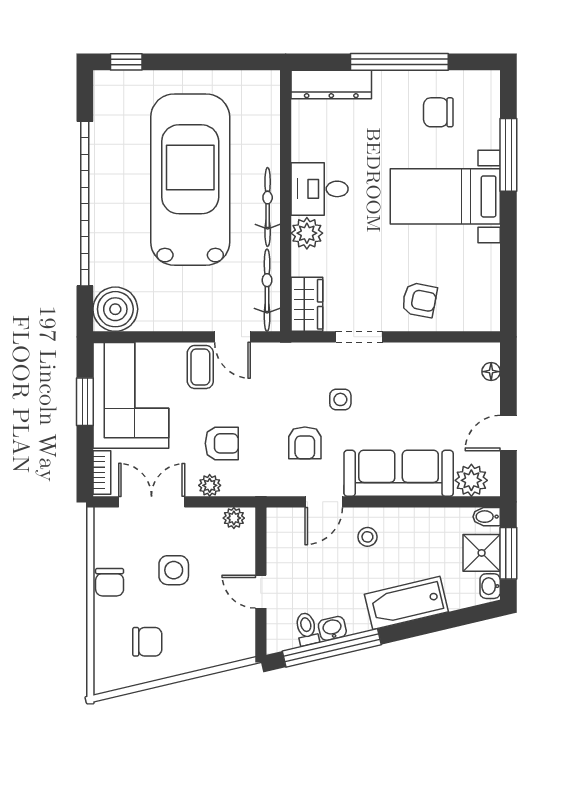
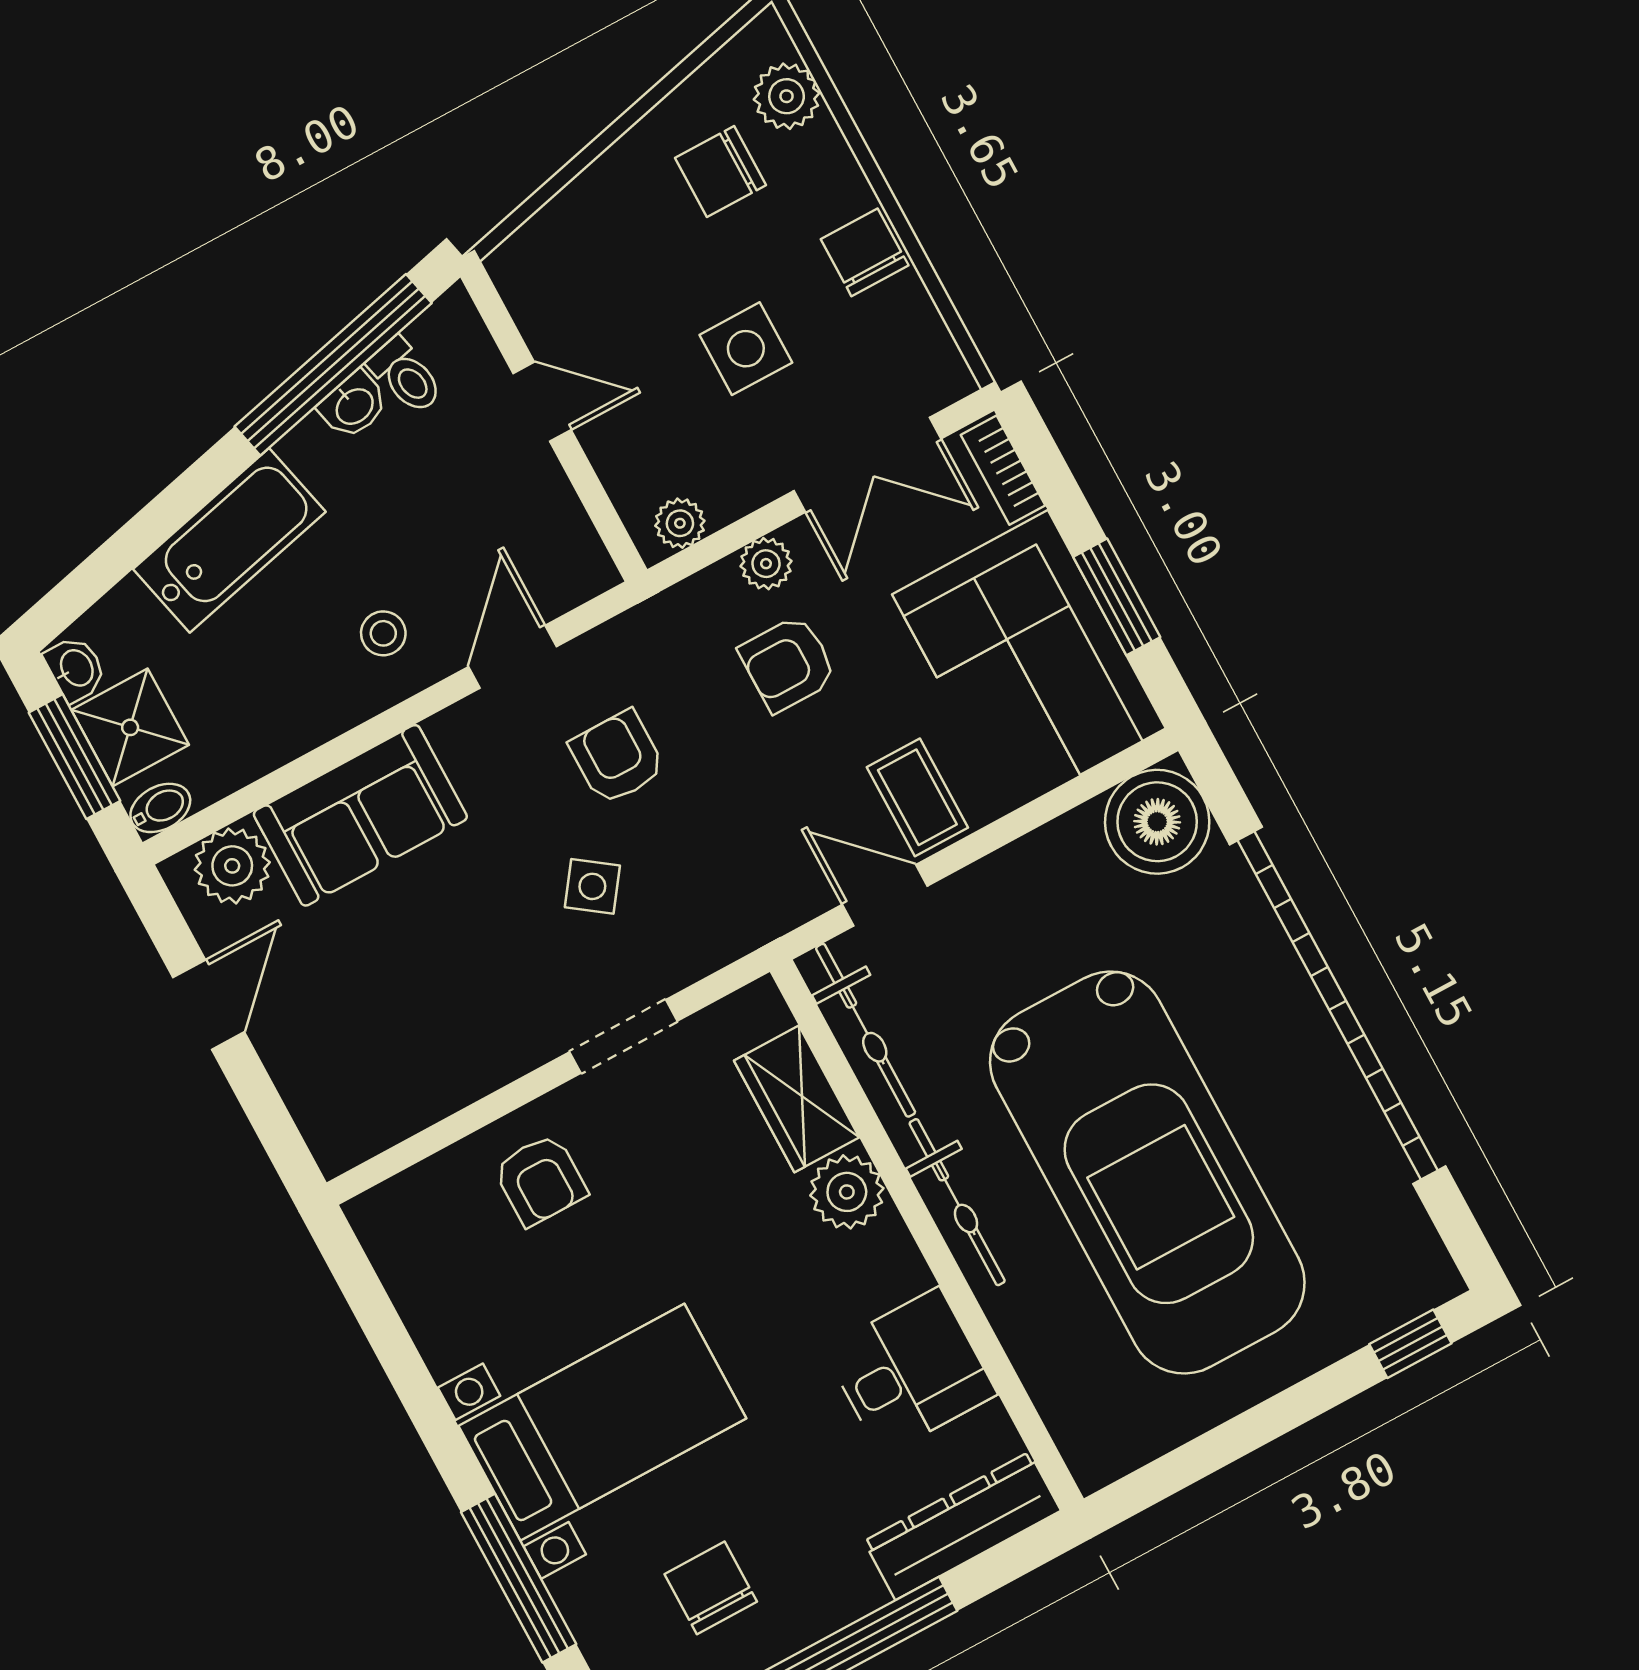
chair: (438, 112) -> (711, 1588), turned -90
desk: (320, 189) -> (910, 1372), moved
armchair: (419, 300) -> (540, 1180), turned -101
wardrobe: (307, 304) -> (797, 1099), moved
floor lamp: (491, 372) -> (313, 1112), removed
side table: (340, 399) -> (592, 886), turned 36
sofa: (399, 473) -> (360, 815), width x0.73
plant: (107, 657) -> (787, 96), added

